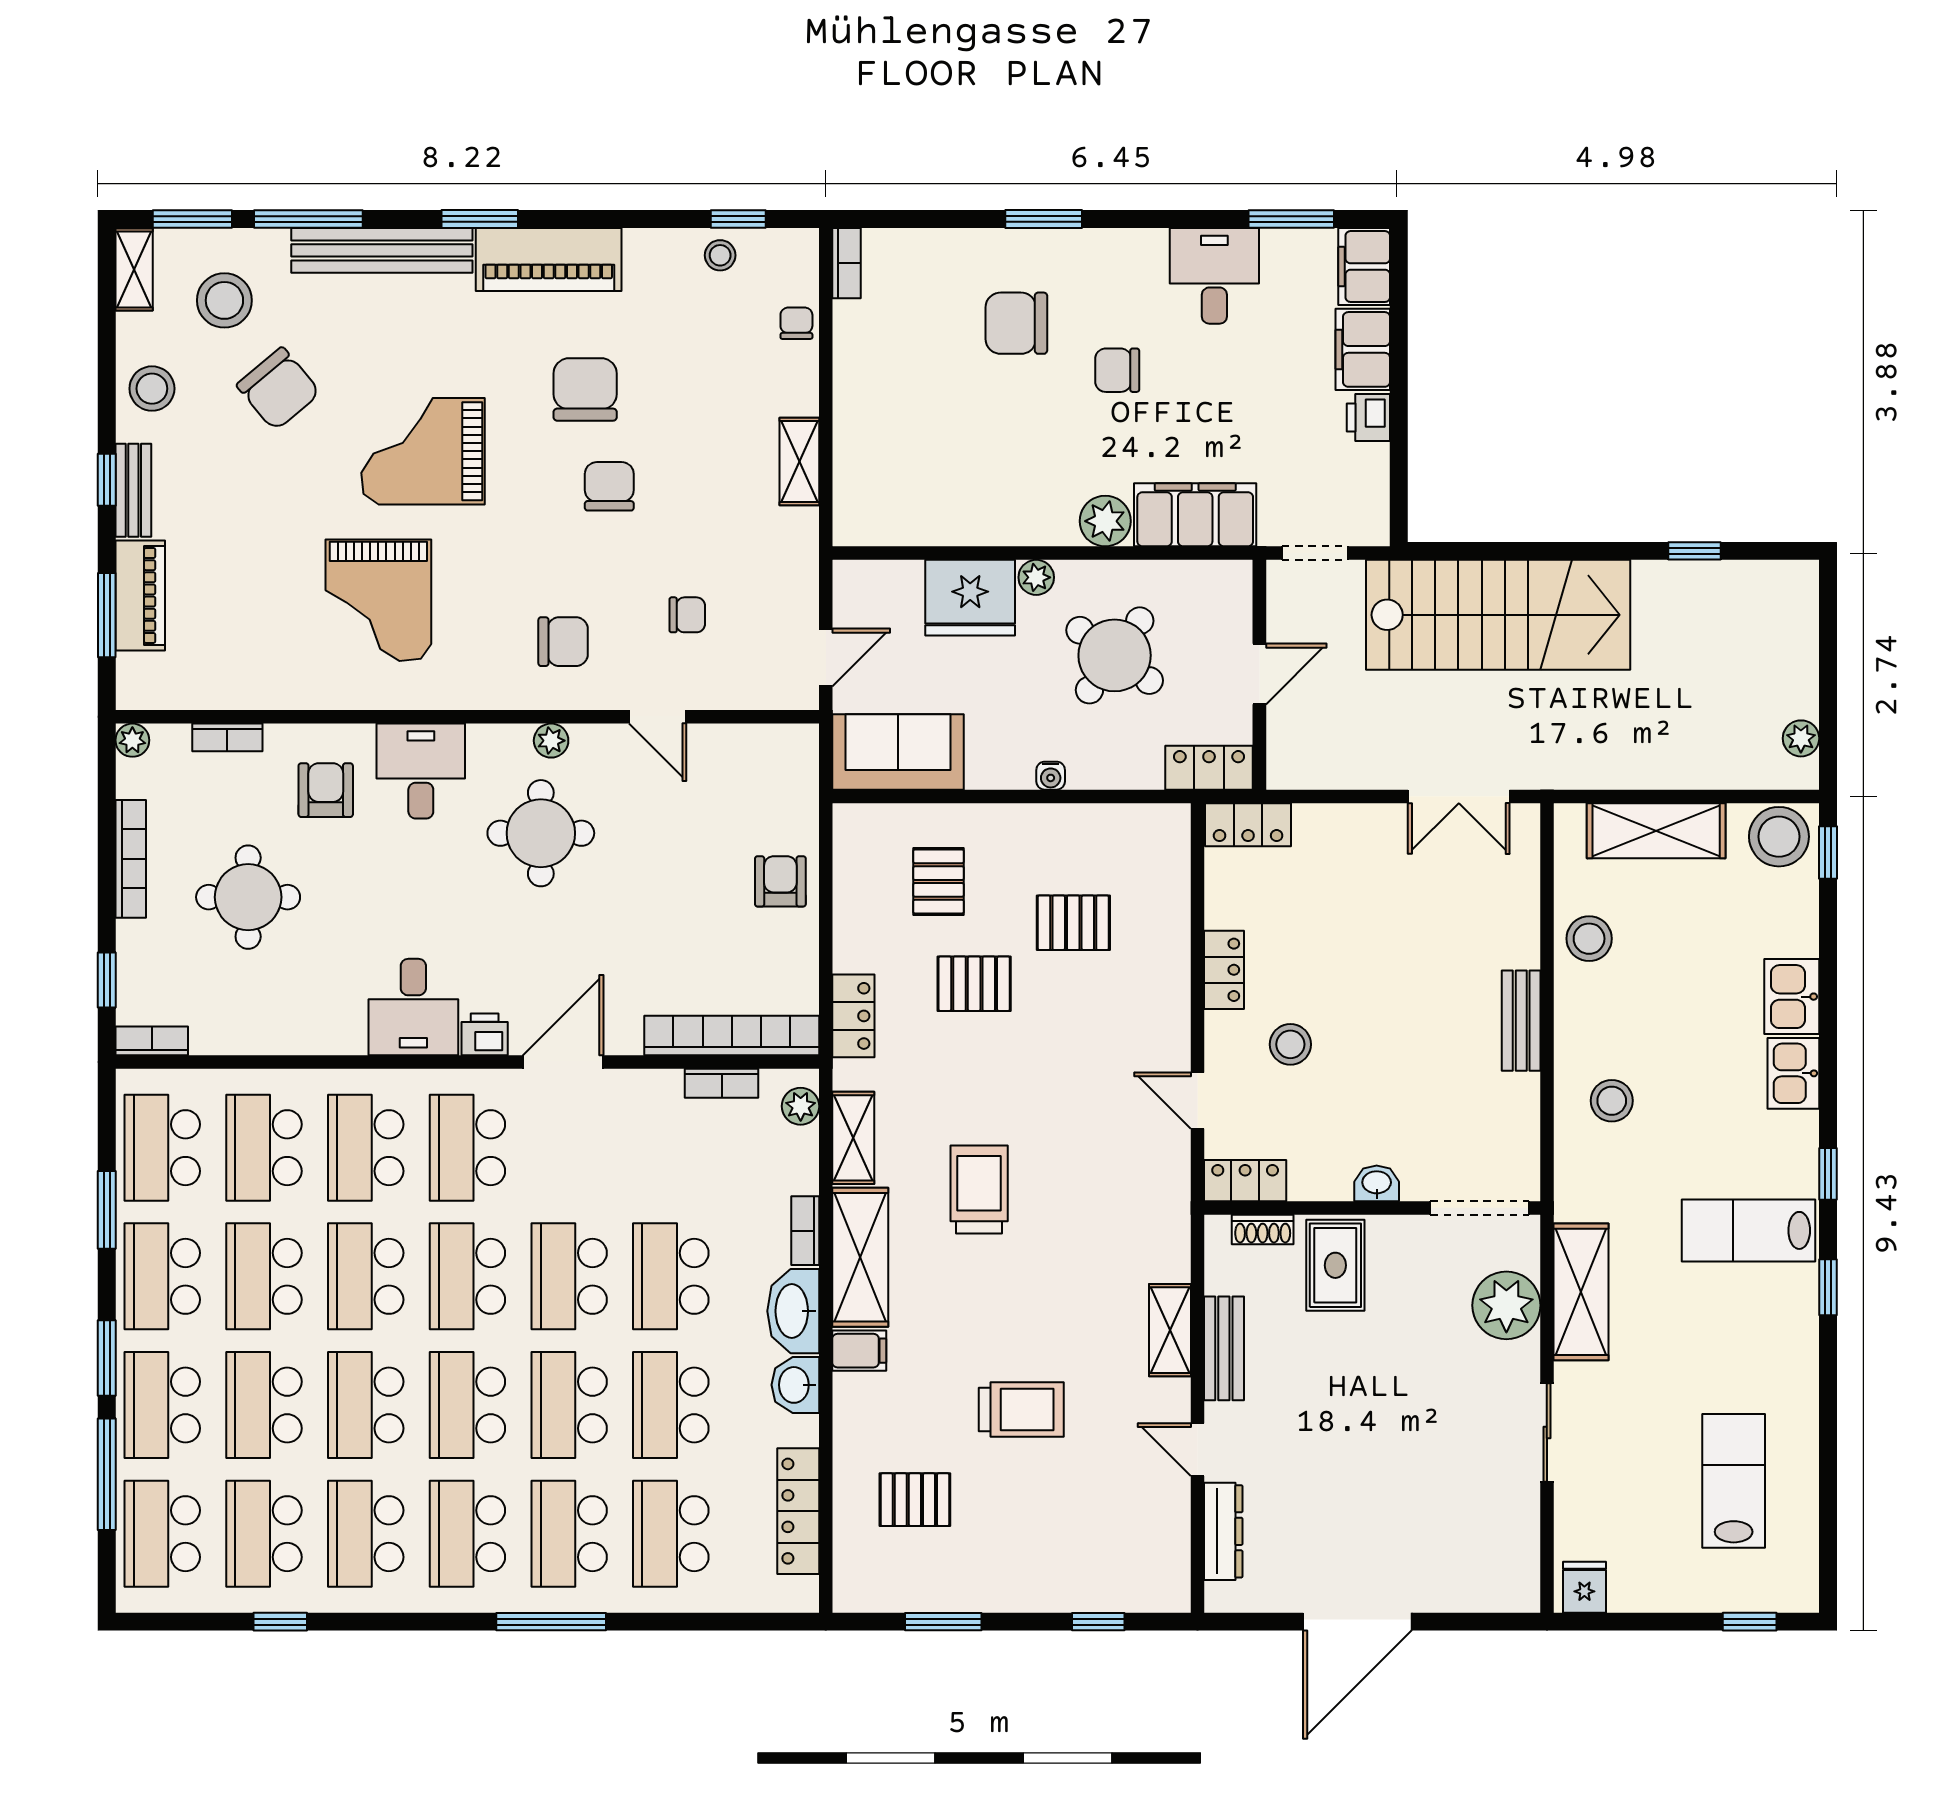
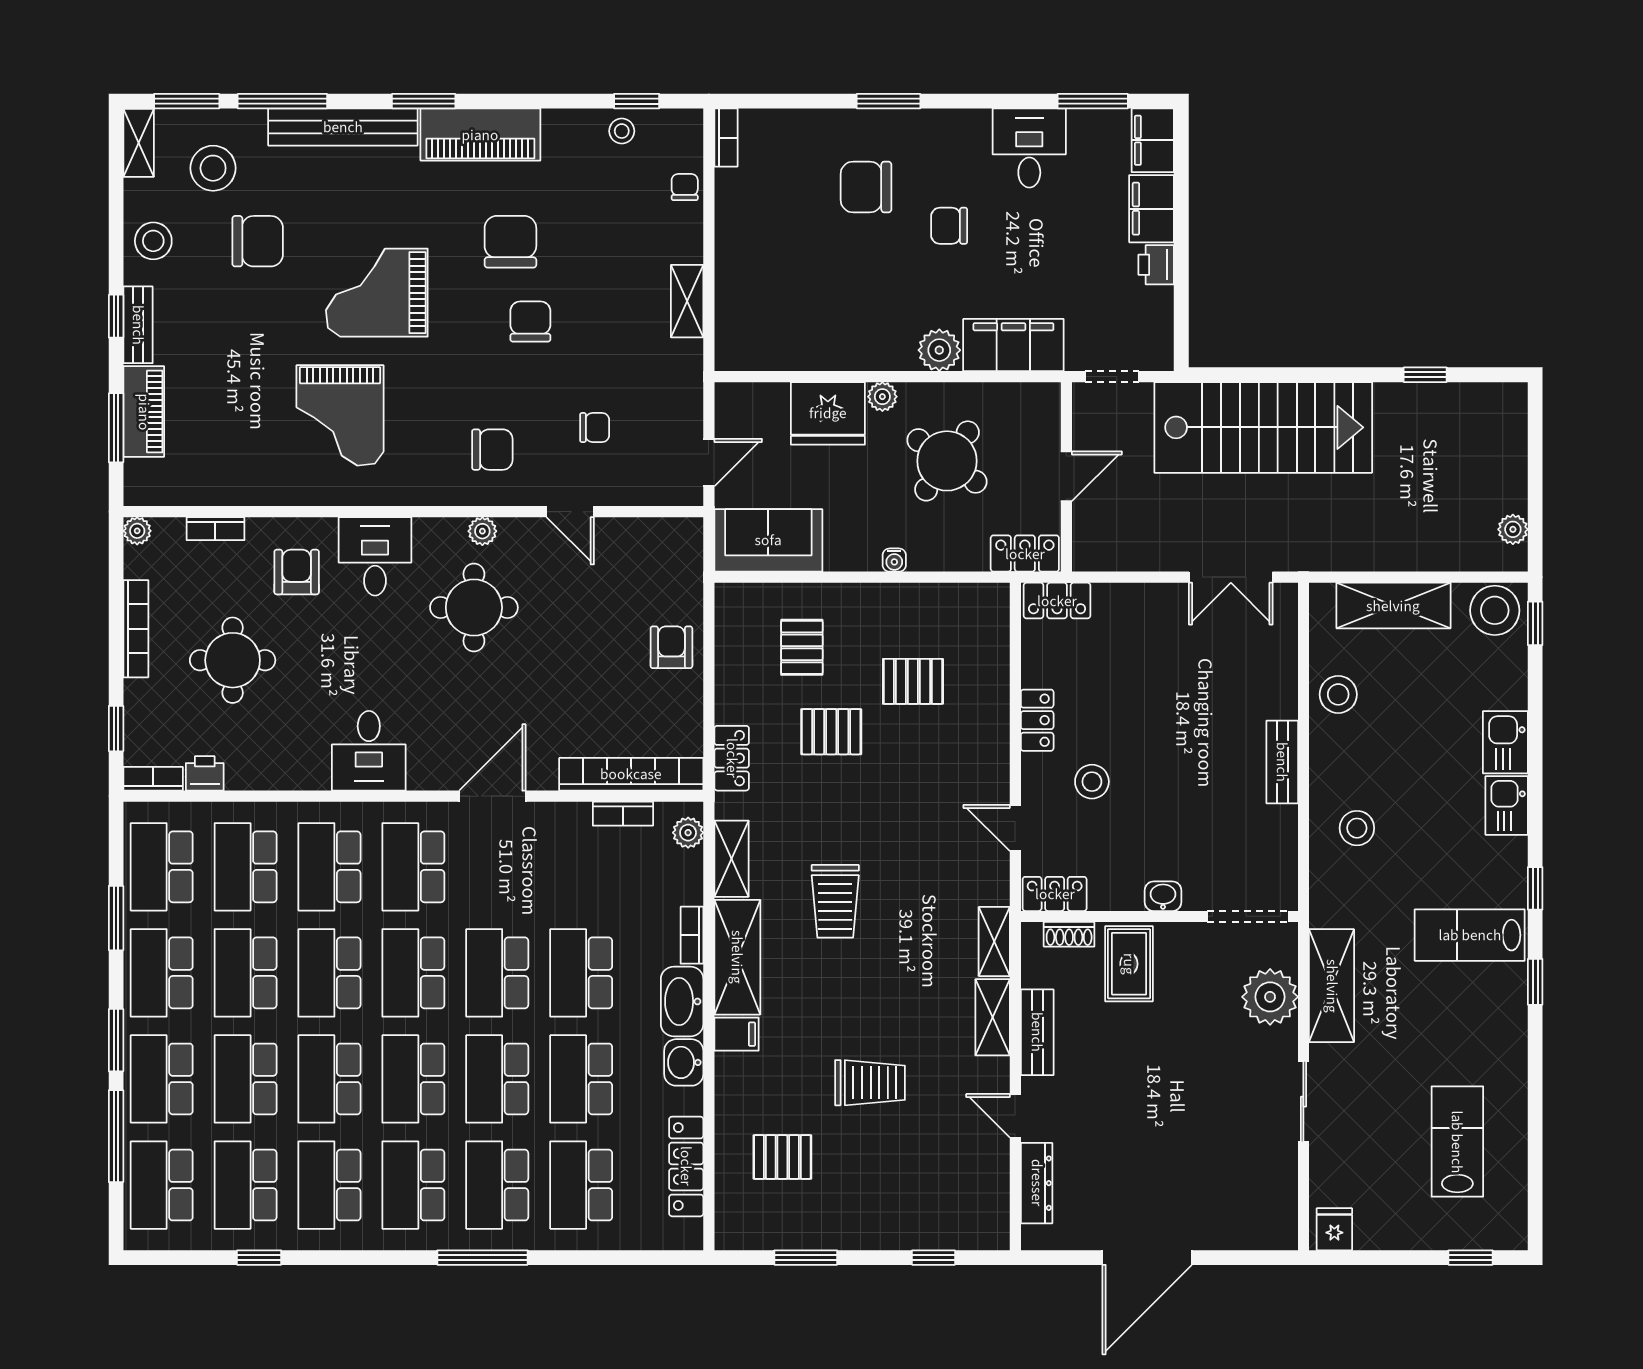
chair: (278, 389) -> (258, 241), turned -50
printer: (485, 1034) -> (205, 773), moved
trolley: (979, 1189) -> (835, 901), turned 180
shelving: (1172, 1238) -> (994, 942), added

